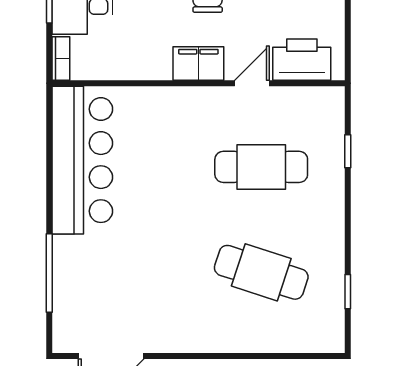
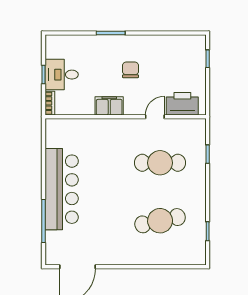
filing cabinet: (198, 63) -> (109, 106), moved
bar counter: (82, 160) -> (62, 189), moved
cafe table: (261, 272) -> (160, 221), turned -30

